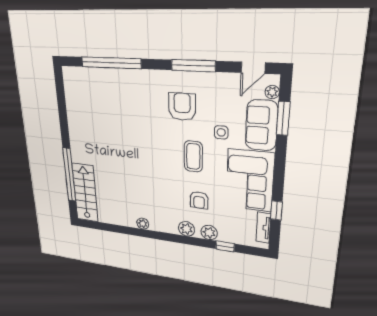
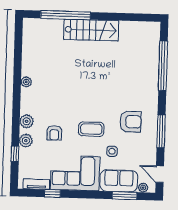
stairs: (85, 193) -> (91, 30), moved
armchair: (199, 200) -> (54, 133), turned -90

